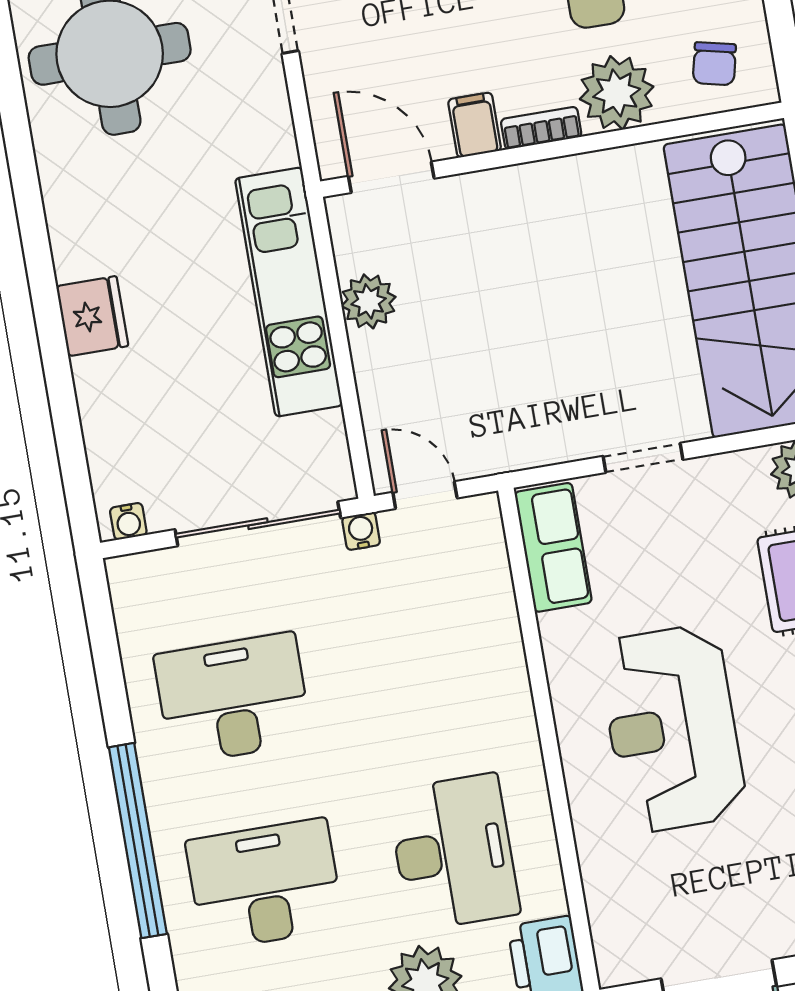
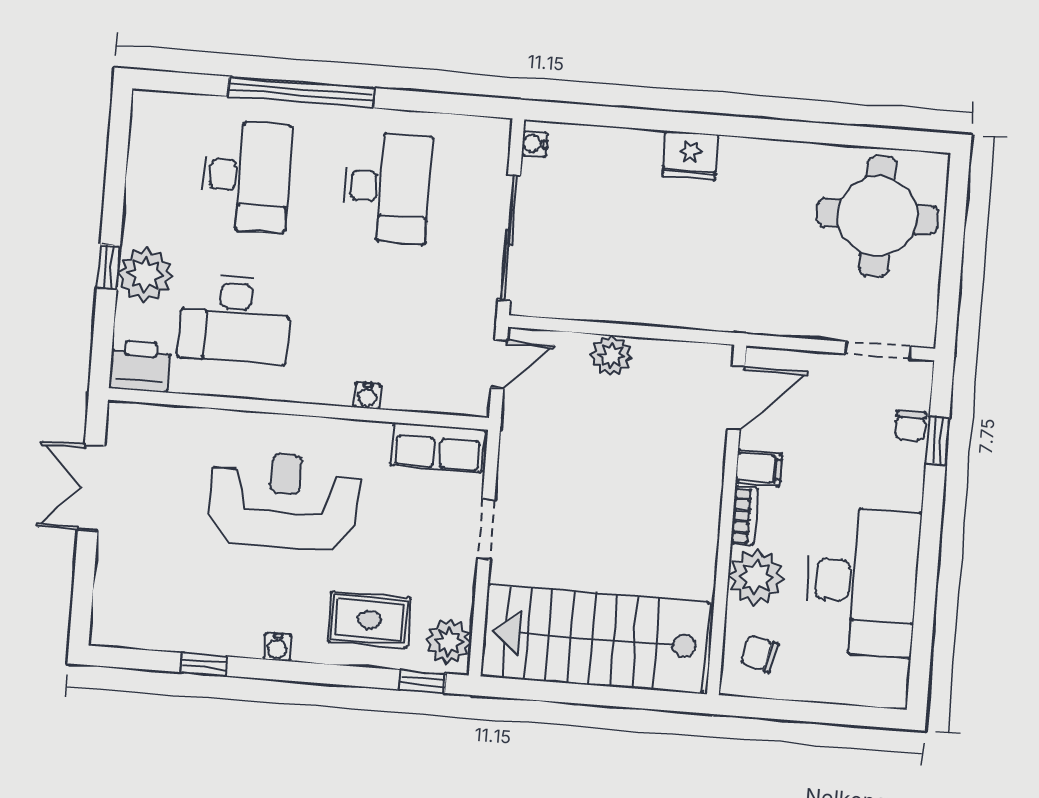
kitchen unit: (289, 292) -> (672, 302), removed
plant: (369, 301) -> (611, 356), moved
water cooler: (361, 531) -> (367, 396), moved, turned 90

